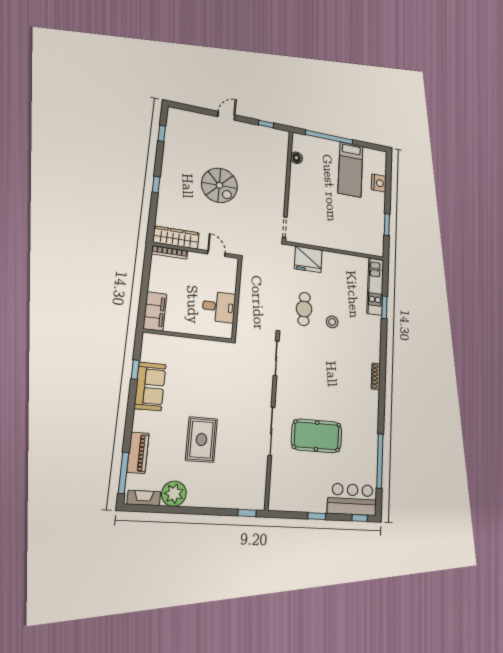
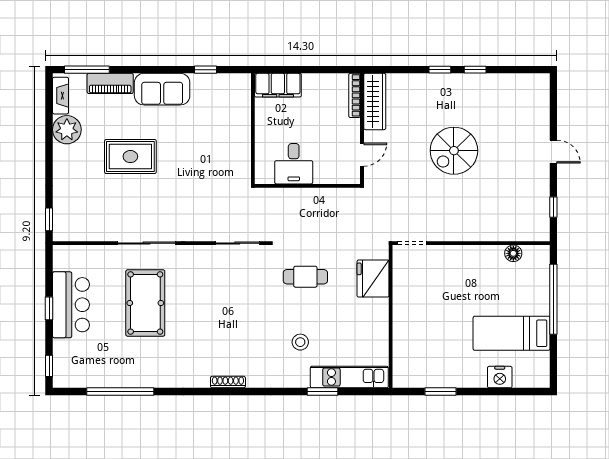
window: (162, 133) -> (475, 70), moved
stool: (332, 322) -> (300, 342), moved
sofa: (150, 386) -> (162, 89), moved
bar counter: (352, 499) -> (71, 305), moved

